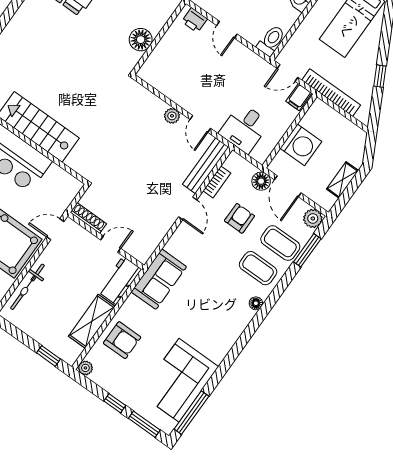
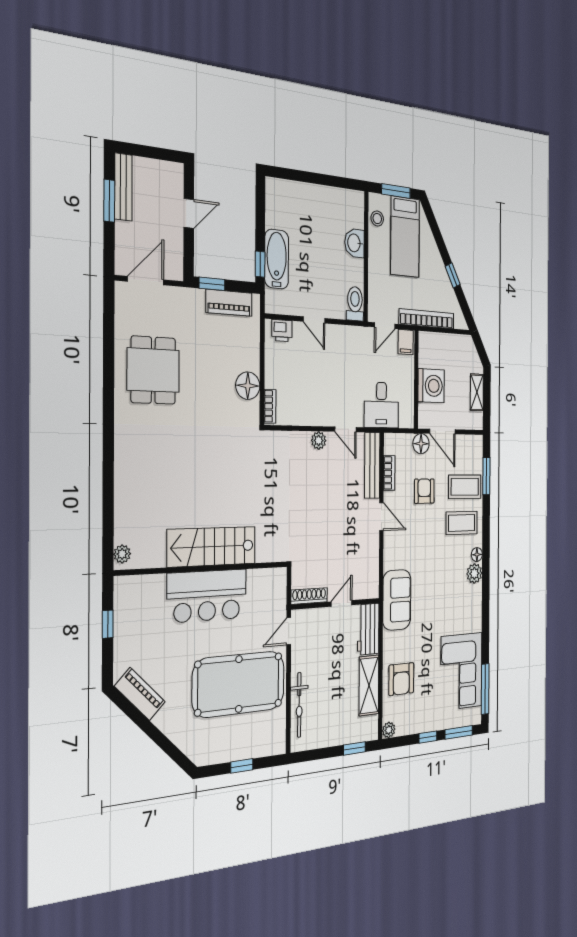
bookcase: (149, 65) -> (270, 406), added
plant: (313, 218) -> (474, 573), moved
armchair: (122, 340) -> (401, 679), turned 90

